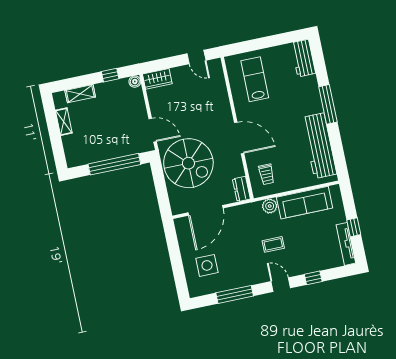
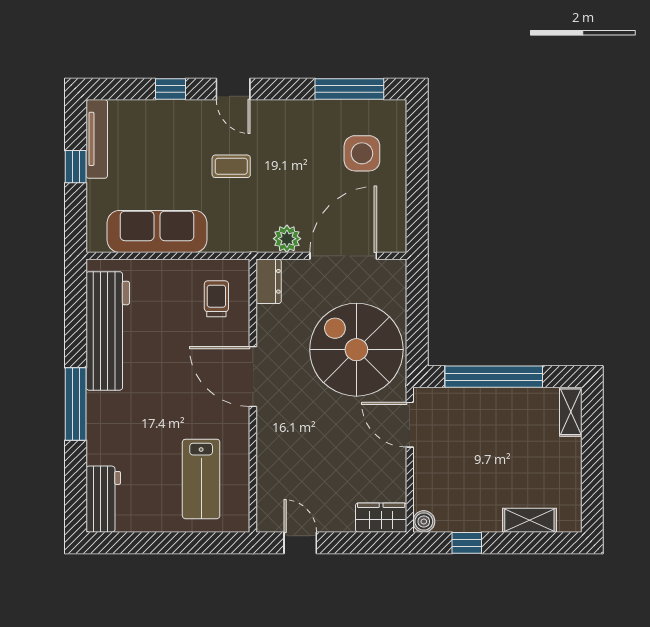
shelving: (64, 122) -> (571, 412), moved
plant: (270, 206) -> (287, 239), moved
window: (235, 294) -> (349, 89), moved

